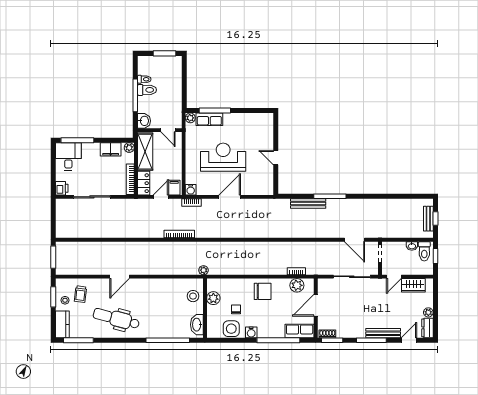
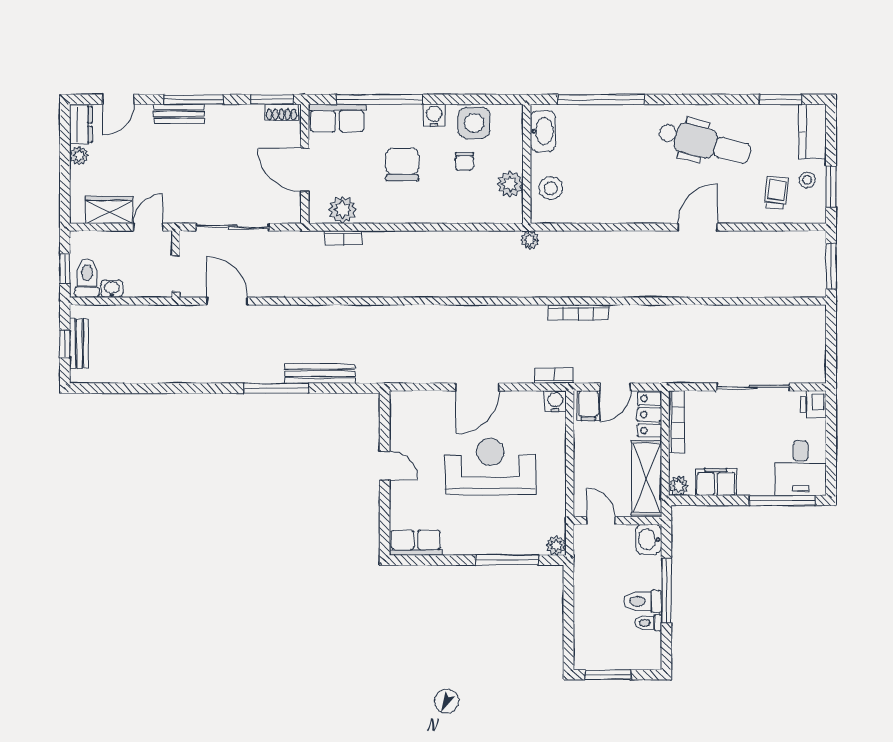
row of seats: (209, 119) -> (416, 543), moved
reception desk: (223, 157) -> (490, 467), turned 180
chair: (263, 291) -> (402, 164), moved, turned 90
door: (316, 305) -> (305, 170), swing flipped
bench: (383, 333) -> (179, 114), width x0.73
window: (78, 340) -> (781, 99), width x0.69

